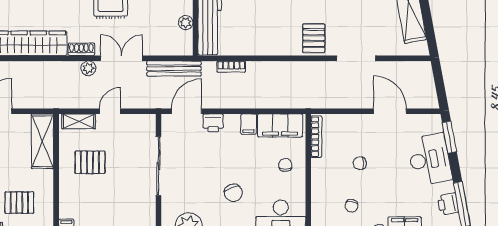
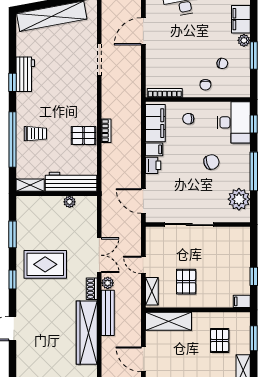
pallet: (314, 38) -> (83, 136), moved
double door: (122, 58) -> (99, 255), swing flipped
bookcase: (231, 67) -> (106, 131), moved
bench: (174, 69) -> (108, 313), moved
printer: (213, 123) -> (153, 165), moved
chair: (360, 163) -> (205, 85), moved

